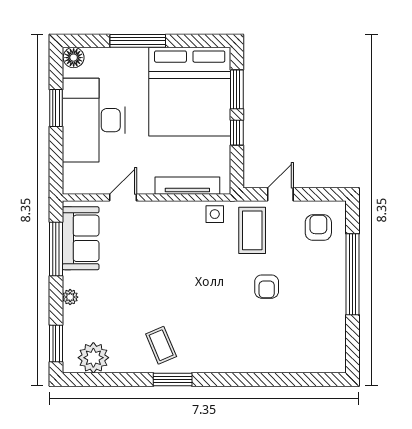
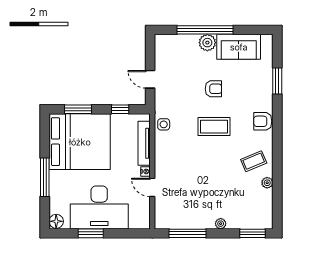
window: (237, 133) -> (120, 109), moved
nightstand: (146, 188) -> (145, 171), added
armchair: (318, 228) -> (263, 121), moved
coffee table: (252, 230) -> (214, 127), moved
sofa: (81, 238) -> (239, 47), moved, turned 180
plant: (334, 278) -> (207, 43), added
plant: (93, 358) -> (267, 183), moved, width x0.53, depth x0.53
window: (173, 379) -> (277, 81), moved

